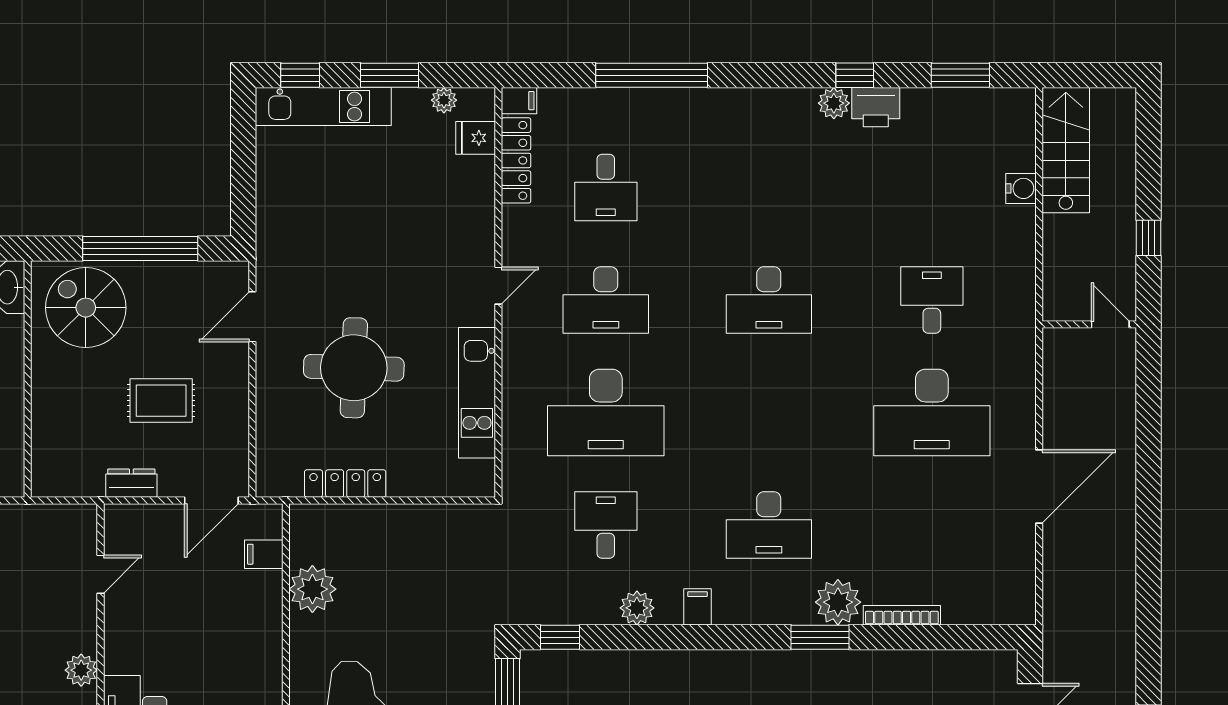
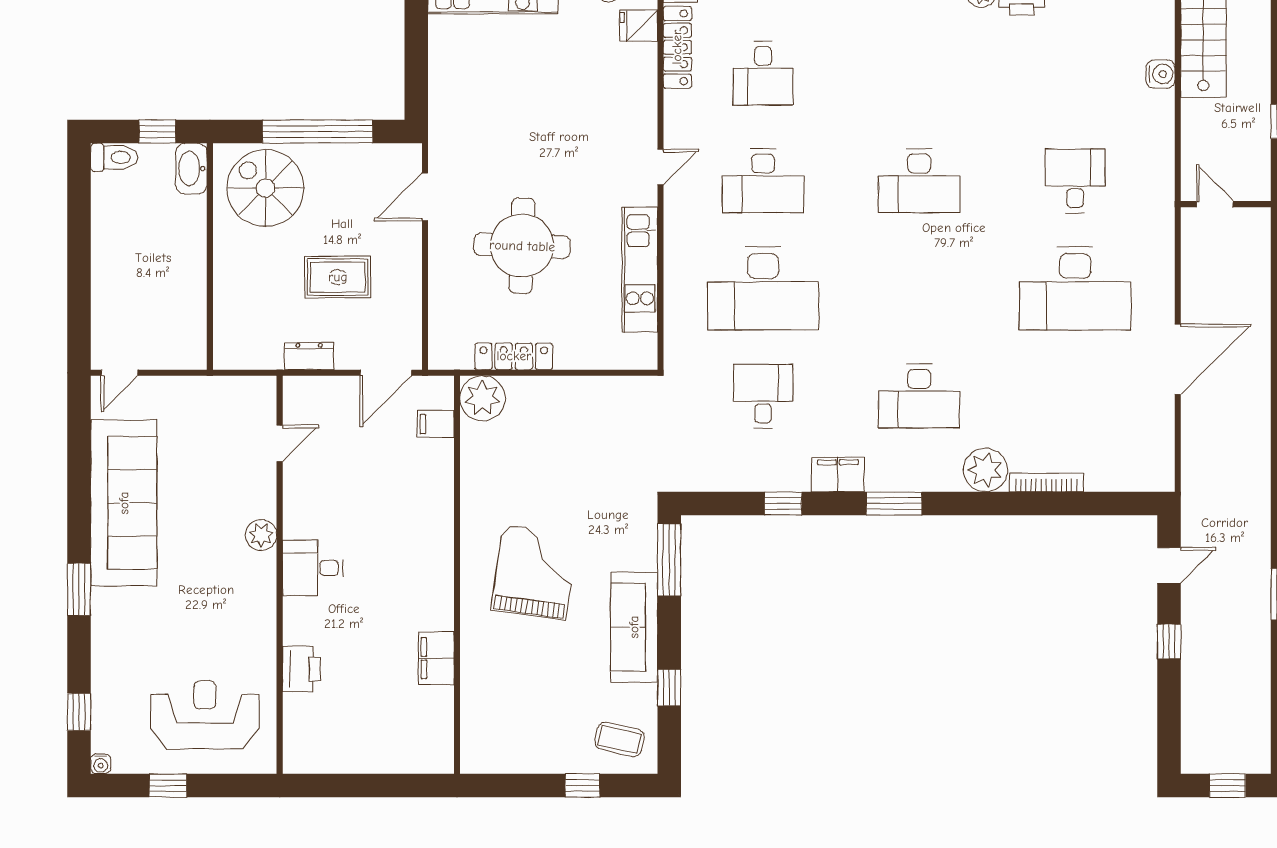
door: (1110, 324) -> (1215, 204), moved
plant: (312, 589) -> (482, 398), moved
filing cabinet: (697, 607) -> (838, 474), width x2.00
plant: (637, 608) -> (793, 475), removed
window: (560, 637) -> (783, 504), moved
window: (820, 637) -> (894, 504), moved

